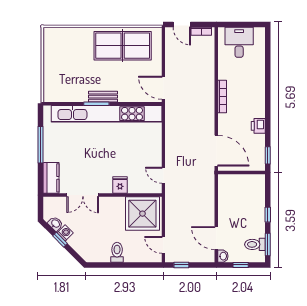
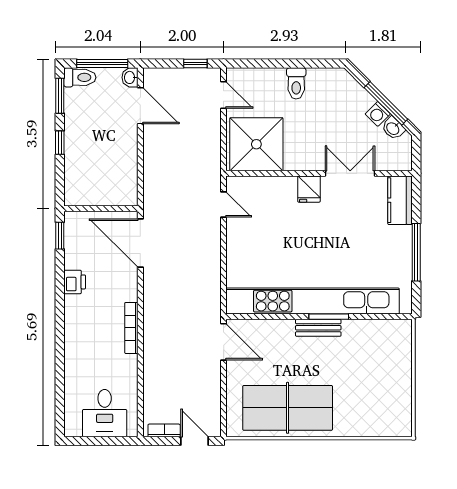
fridge: (120, 185) -> (309, 189), moved
window: (60, 240) -> (386, 103), width x2.17
toilet: (255, 244) -> (80, 77), moved
window: (241, 265) -> (102, 64), width x2.17

